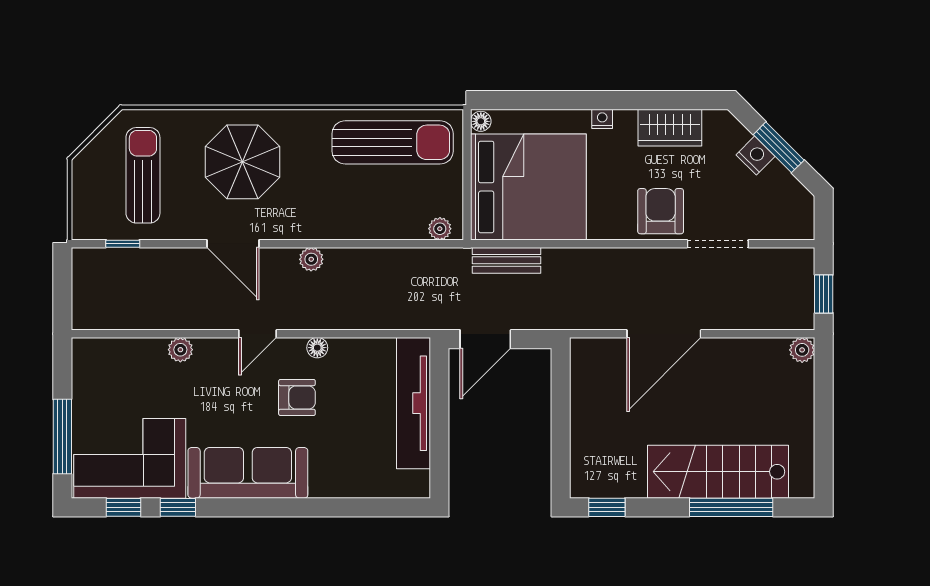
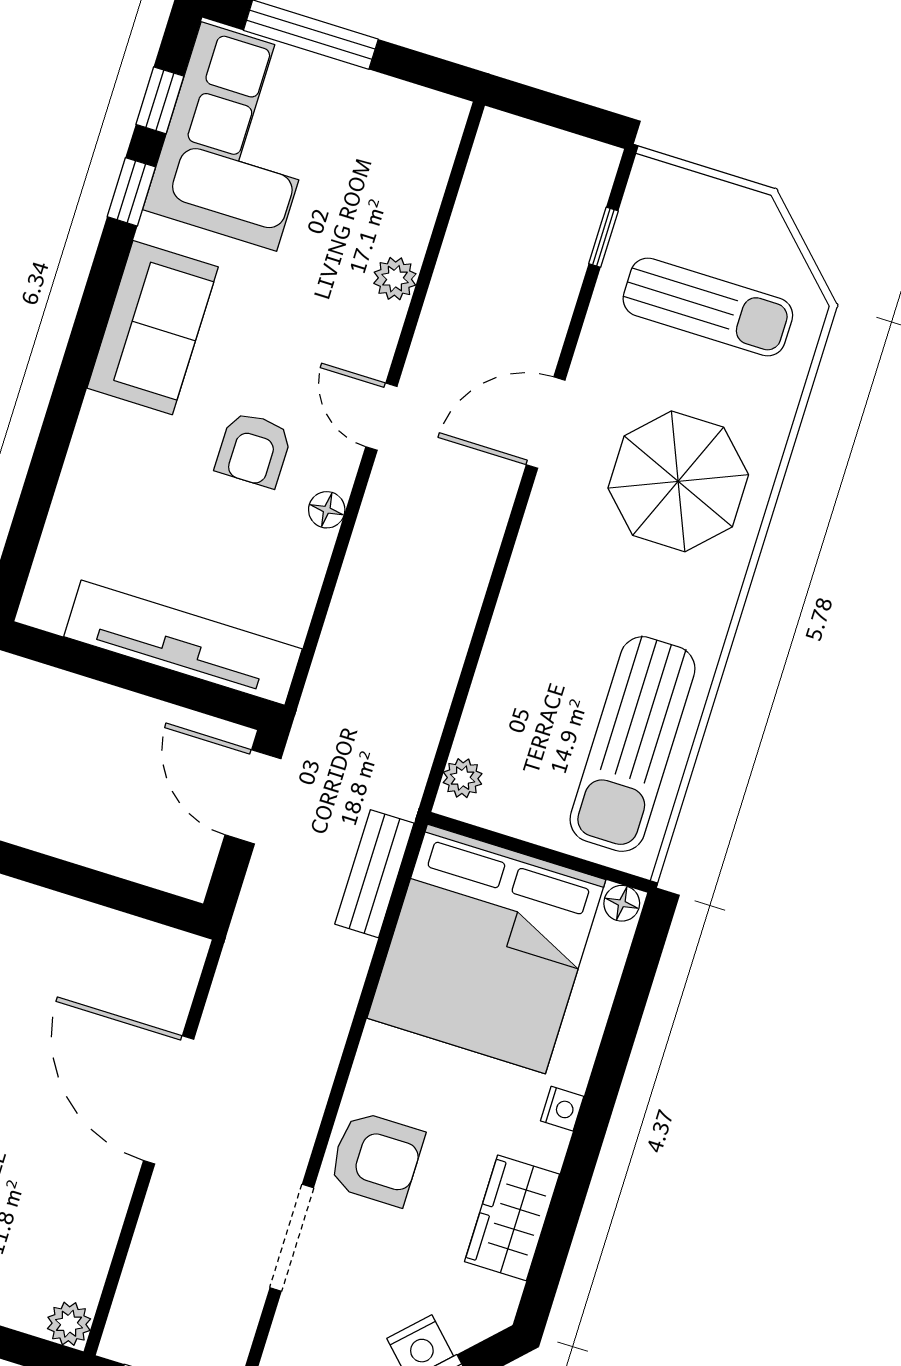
plant: (311, 259) -> (479, 546), removed
sofa: (248, 473) -> (153, 328), width x0.73

